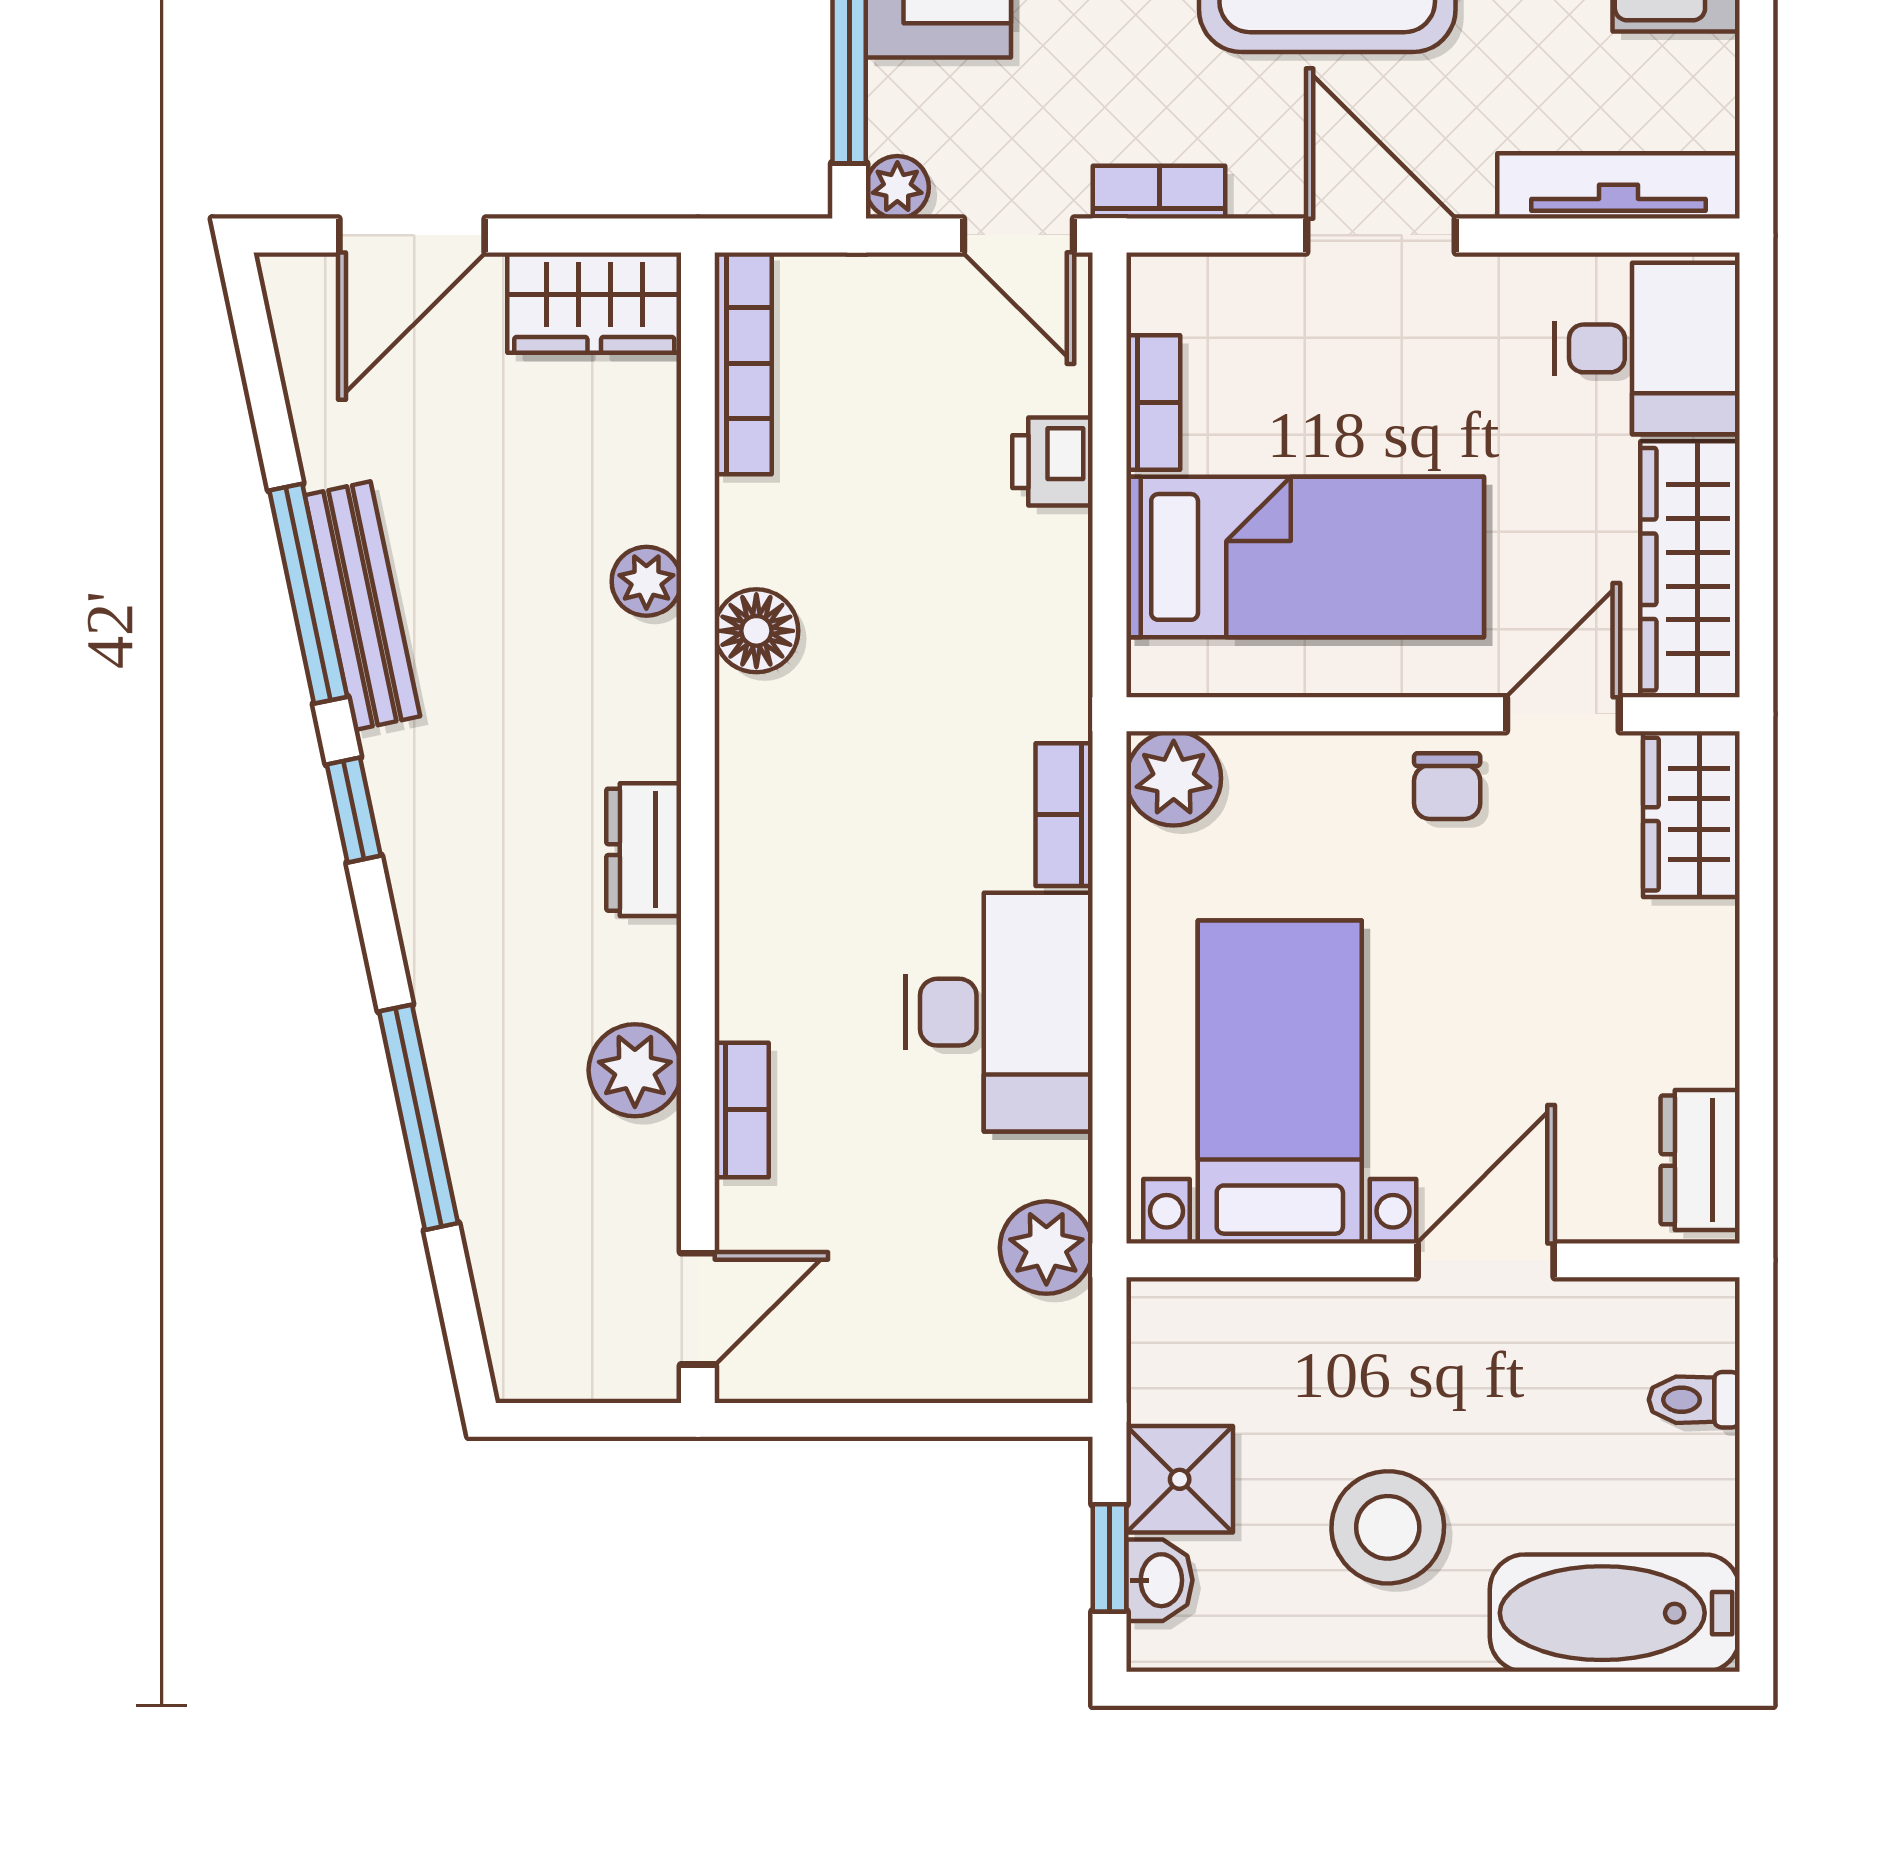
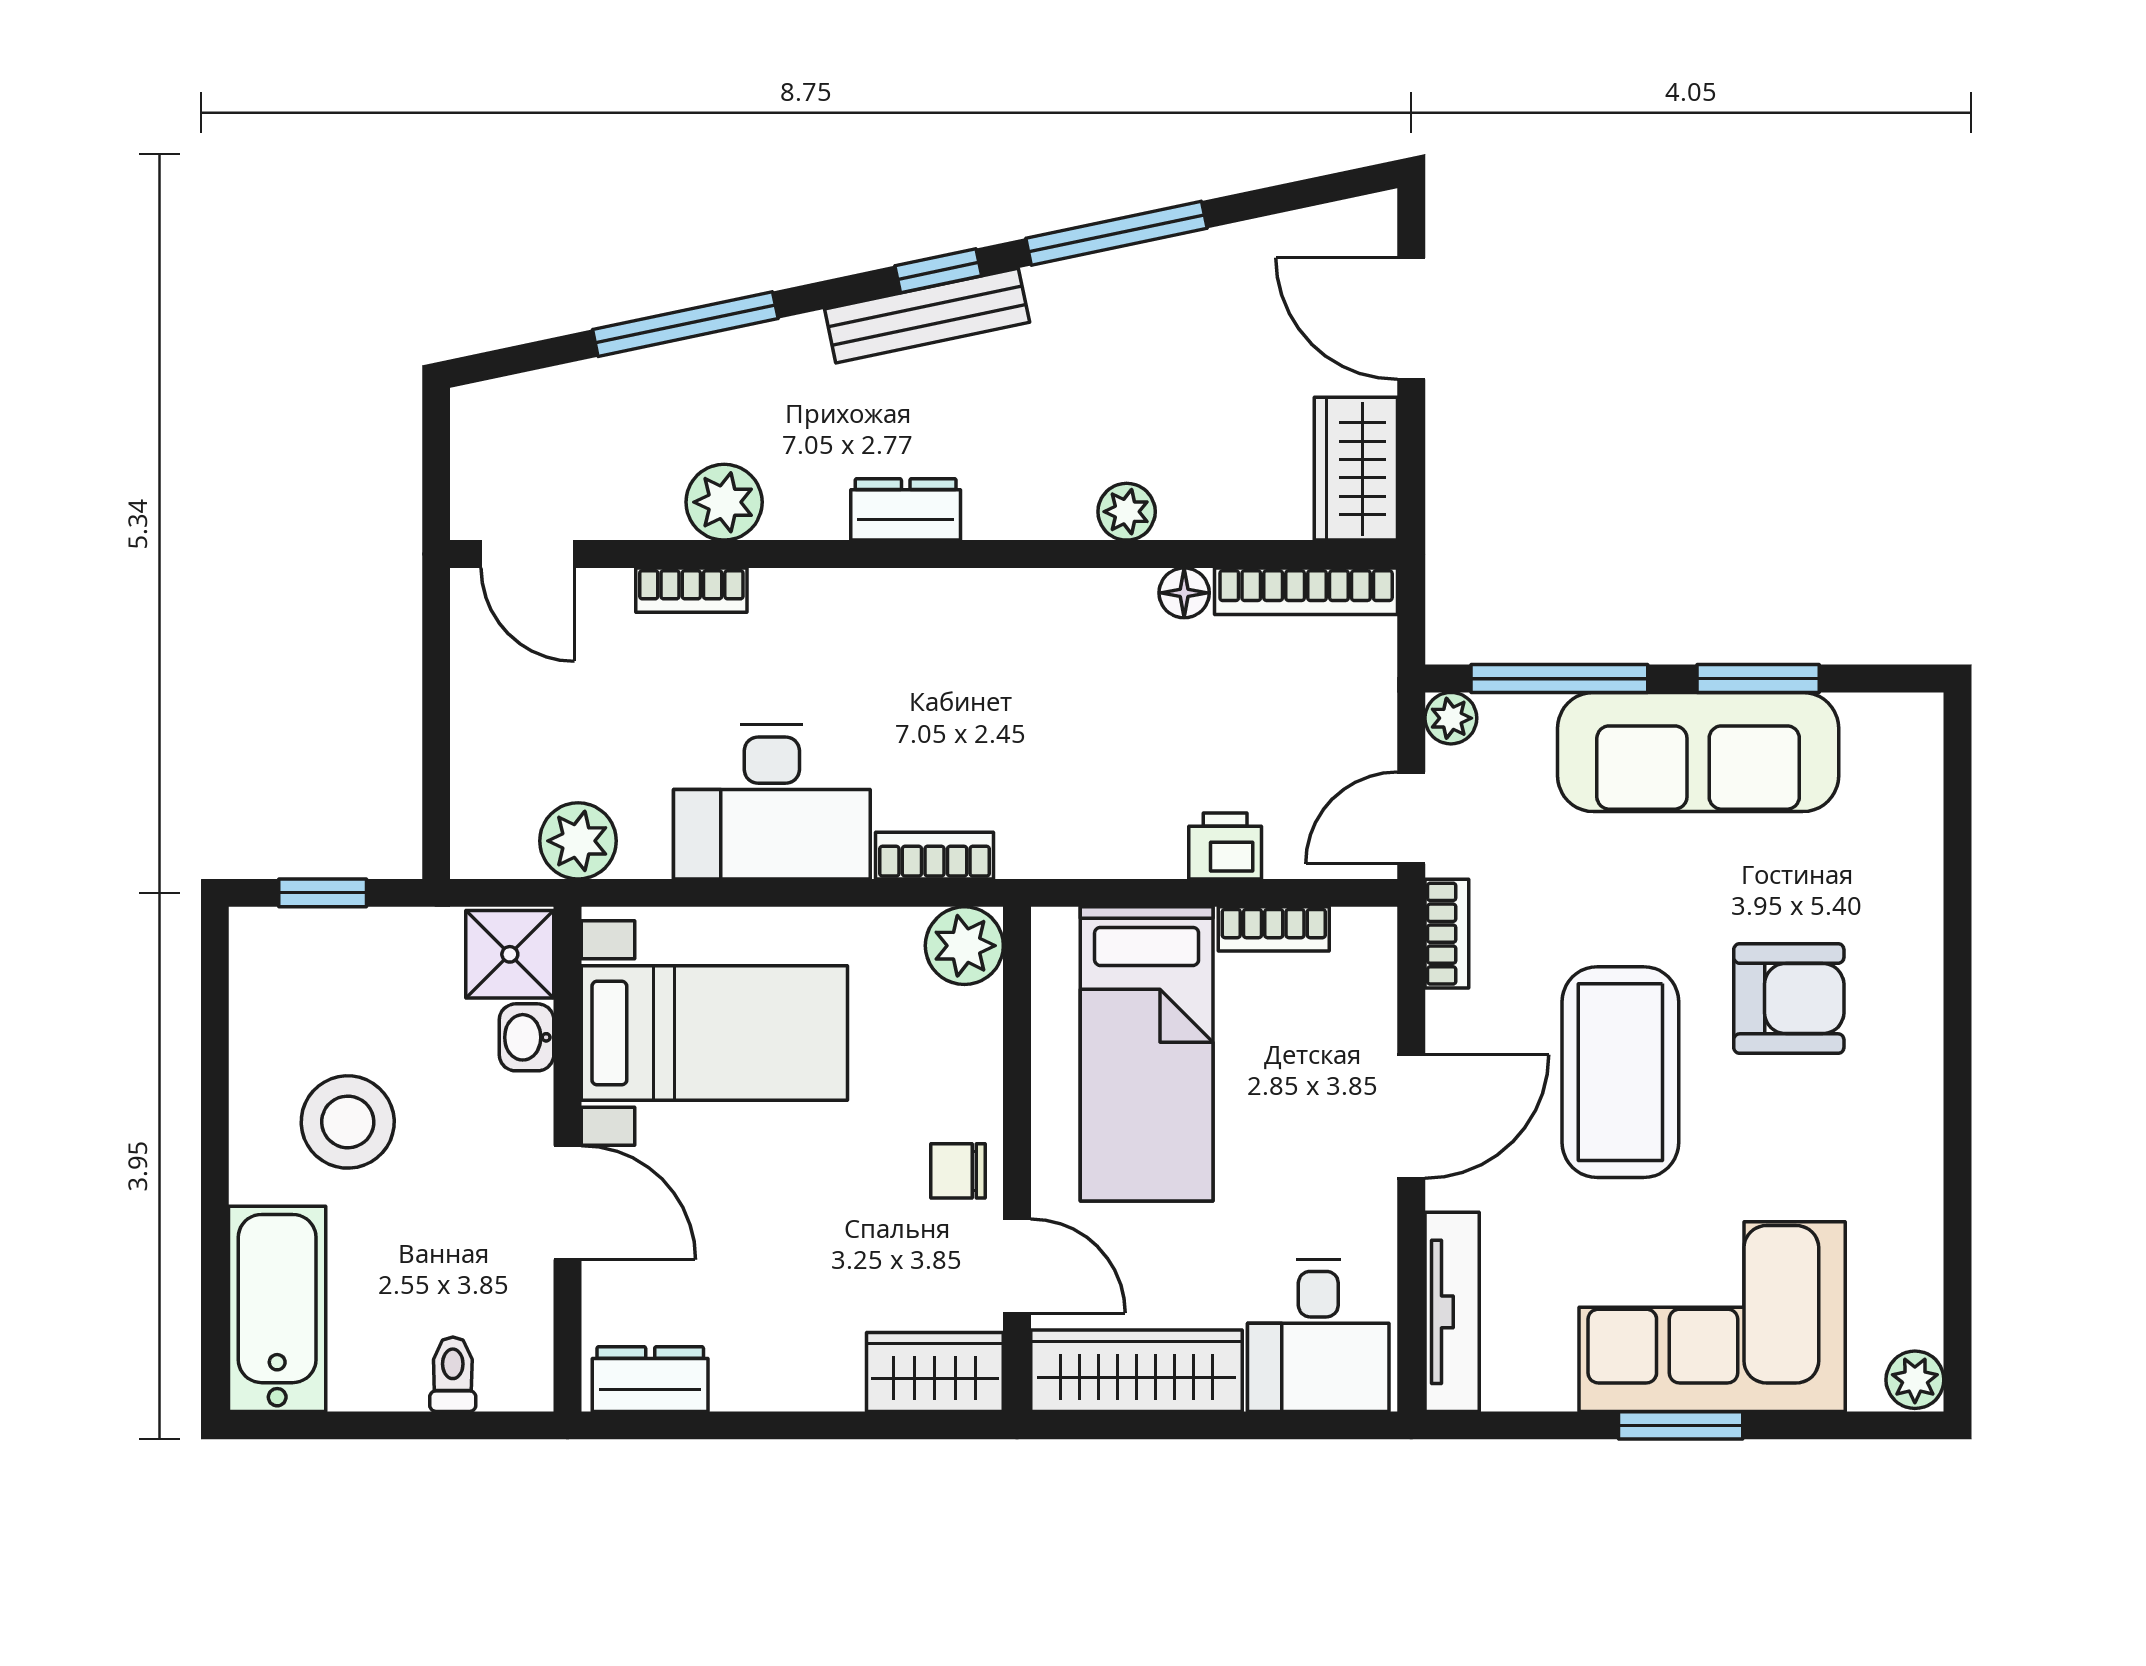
bench: (362, 606) -> (927, 316), moved
floor lamp: (756, 631) -> (1184, 593), moved, width x0.73, depth x0.73
shower: (1180, 1479) -> (510, 954), moved
washbasin: (1159, 1580) -> (527, 1037), moved, turned 90

